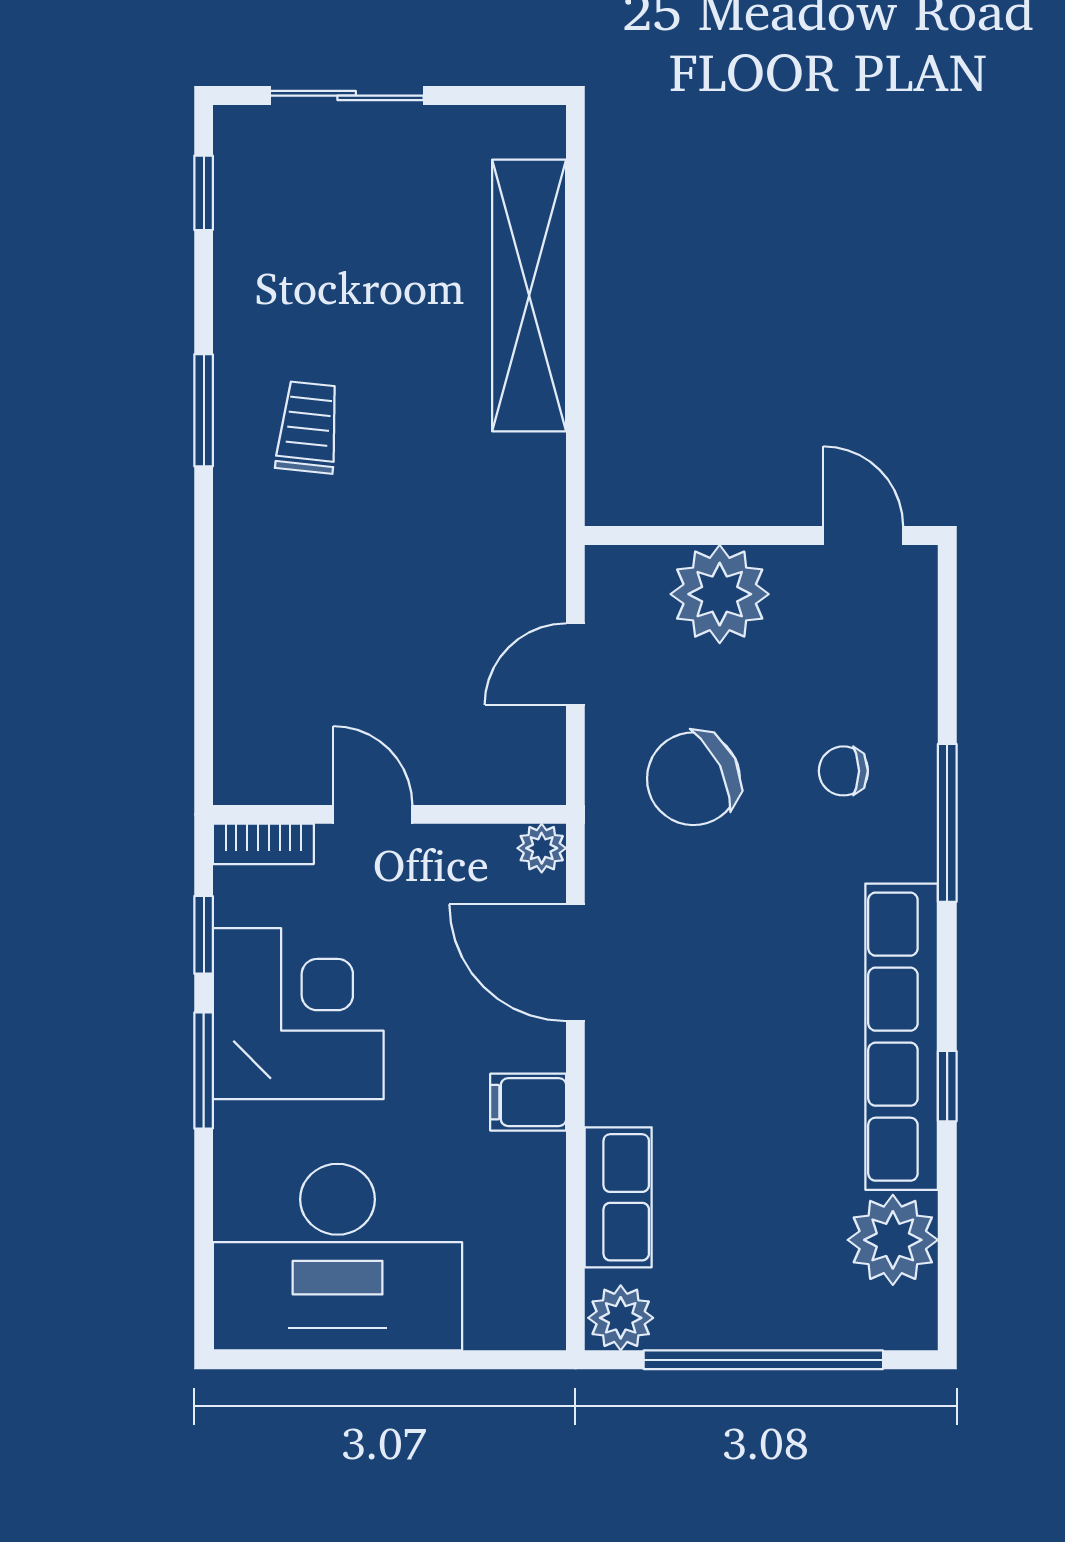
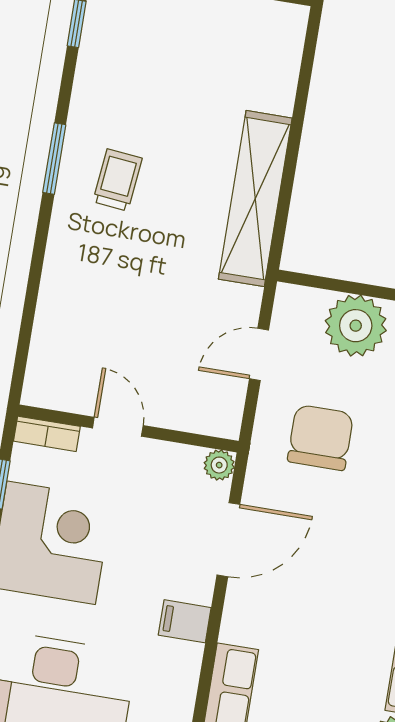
shelving: (529, 295) -> (255, 199), moved
chair: (693, 779) -> (320, 438), turned 116
door: (575, 963) -> (228, 540), swing flipped

